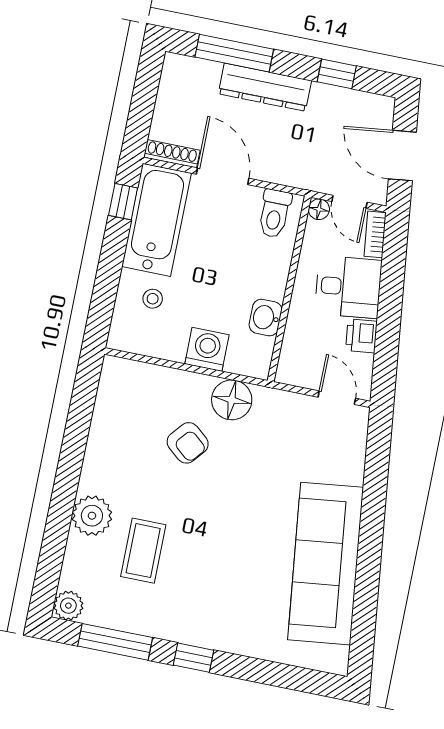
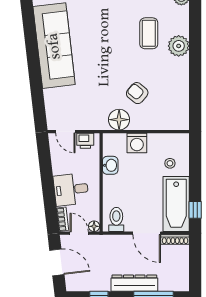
printer: (361, 336) -> (85, 141), moved, turned 97

